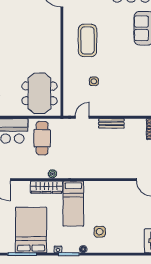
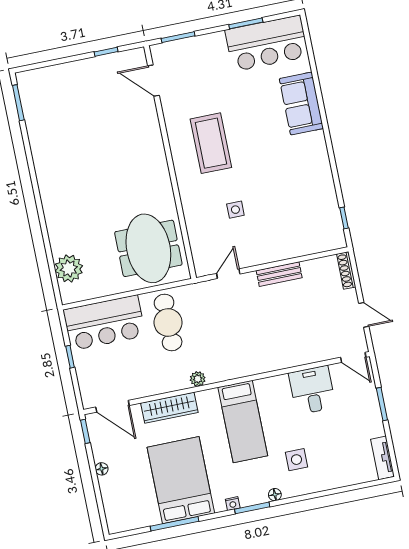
wardrobe: (46, 187) -> (169, 408), moved
desk: (117, 194) -> (312, 390), added

